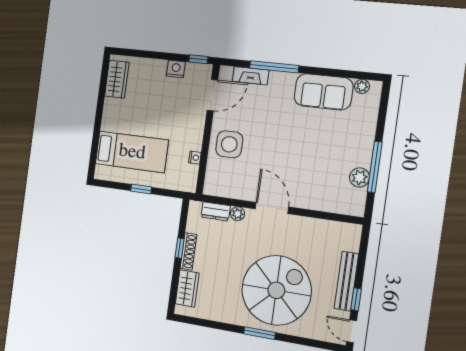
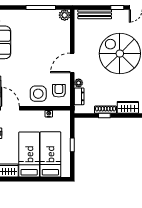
bed: (136, 118) -> (29, 154), added
plant: (360, 177) -> (65, 15), moved
armchair: (229, 179) -> (59, 91), added
bench: (346, 281) -> (95, 14), moved

